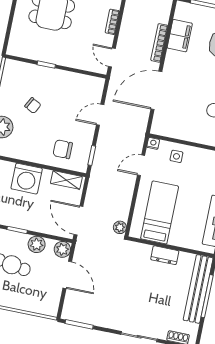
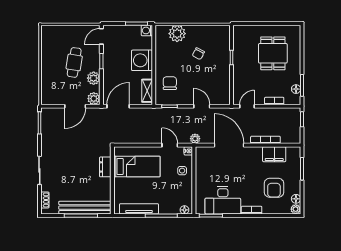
plant: (120, 227) -> (195, 139), moved
dresser: (165, 255) -> (105, 167), moved

